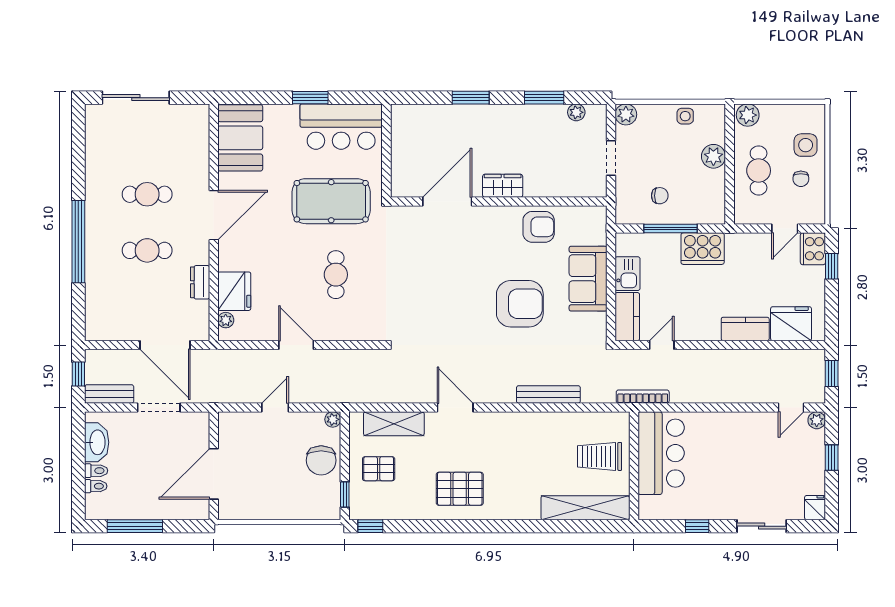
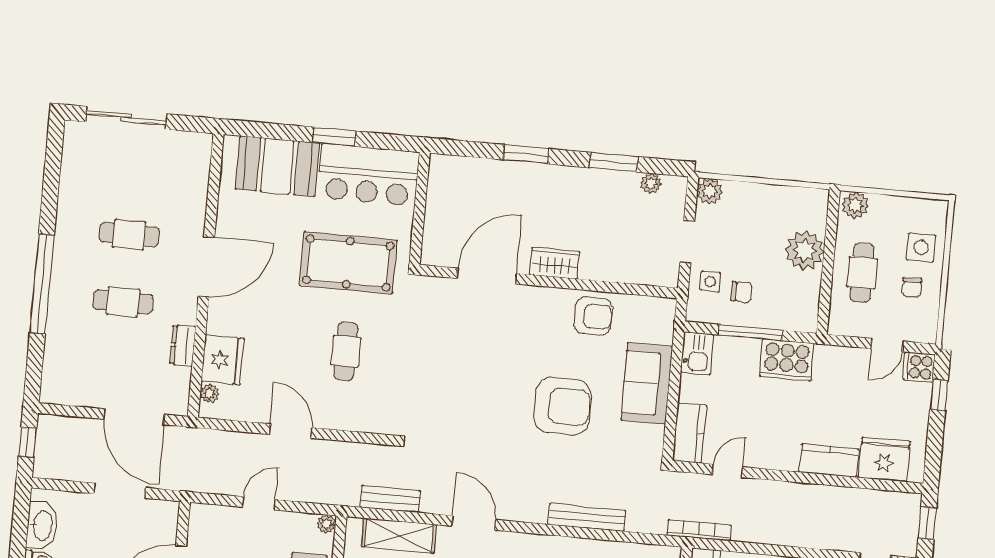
side table: (685, 116) -> (710, 281), moved
booth: (240, 138) -> (277, 166), moved, turned 90
plant: (713, 156) -> (805, 250), width x1.36, depth x1.36
cooker: (813, 249) -> (919, 367), width x0.73
kitchen sink: (628, 274) -> (697, 353), moved
bench: (109, 394) -> (390, 499), moved

